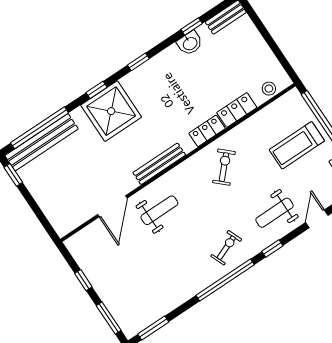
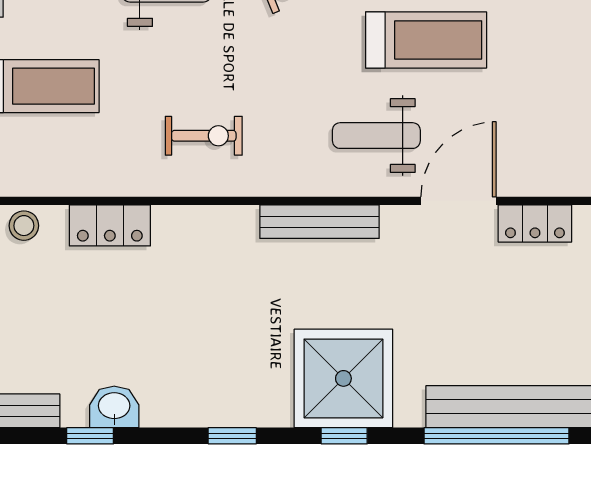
locker: (207, 131) -> (535, 224), moved
exercise bike: (224, 167) -> (204, 136), turned -133
treadmill: (165, 258) -> (426, 40), added

